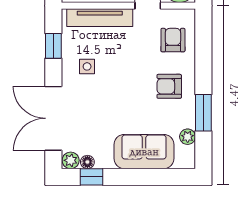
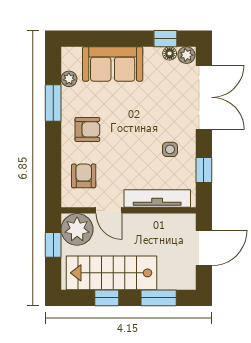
armchair: (173, 40) -> (84, 176), turned 180

